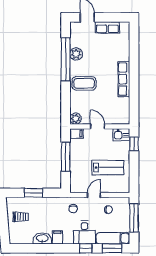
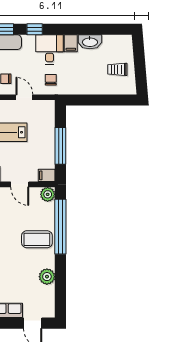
window: (66, 59) -> (60, 227), moved
window: (33, 193) -> (101, 100), removed
door: (94, 195) -> (24, 97), swing flipped
desk: (85, 232) -> (50, 49), moved

